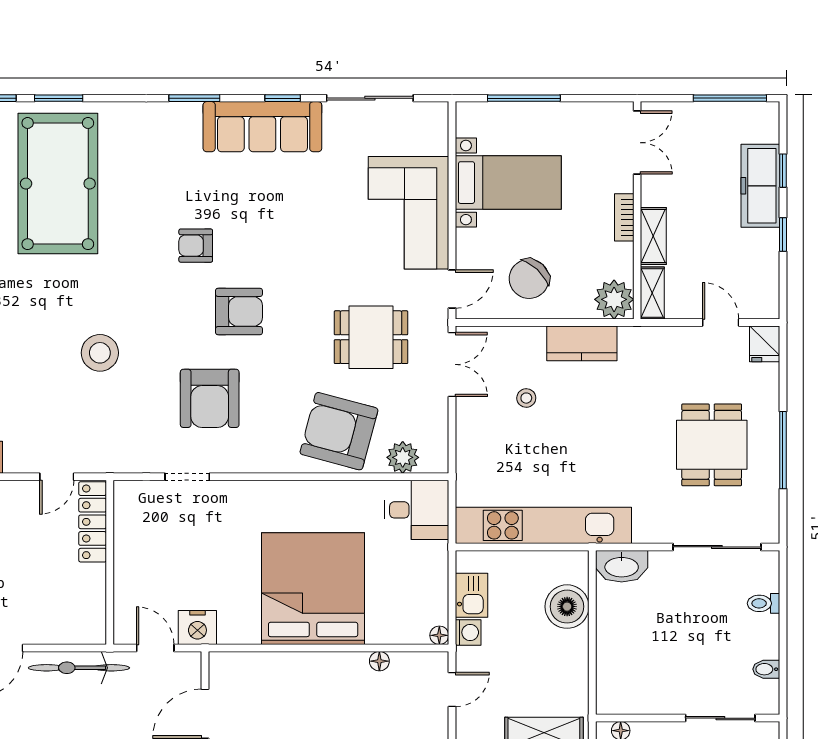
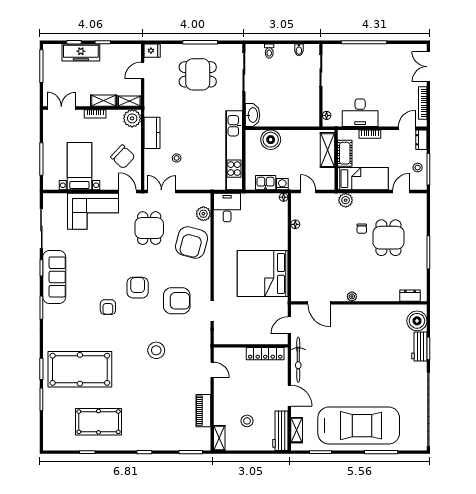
locker: (93, 522) -> (265, 354), moved
bed: (313, 589) -> (263, 273), moved
nightstand: (197, 628) -> (280, 306), removed

